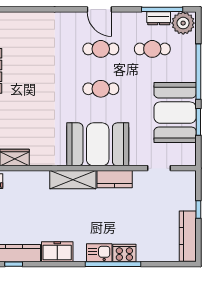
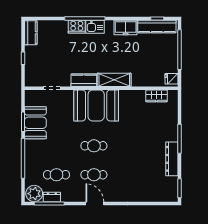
booth: (175, 113) -> (35, 123), width x0.73, depth x0.70
kitchen counter: (188, 236) -> (31, 33), width x0.67

